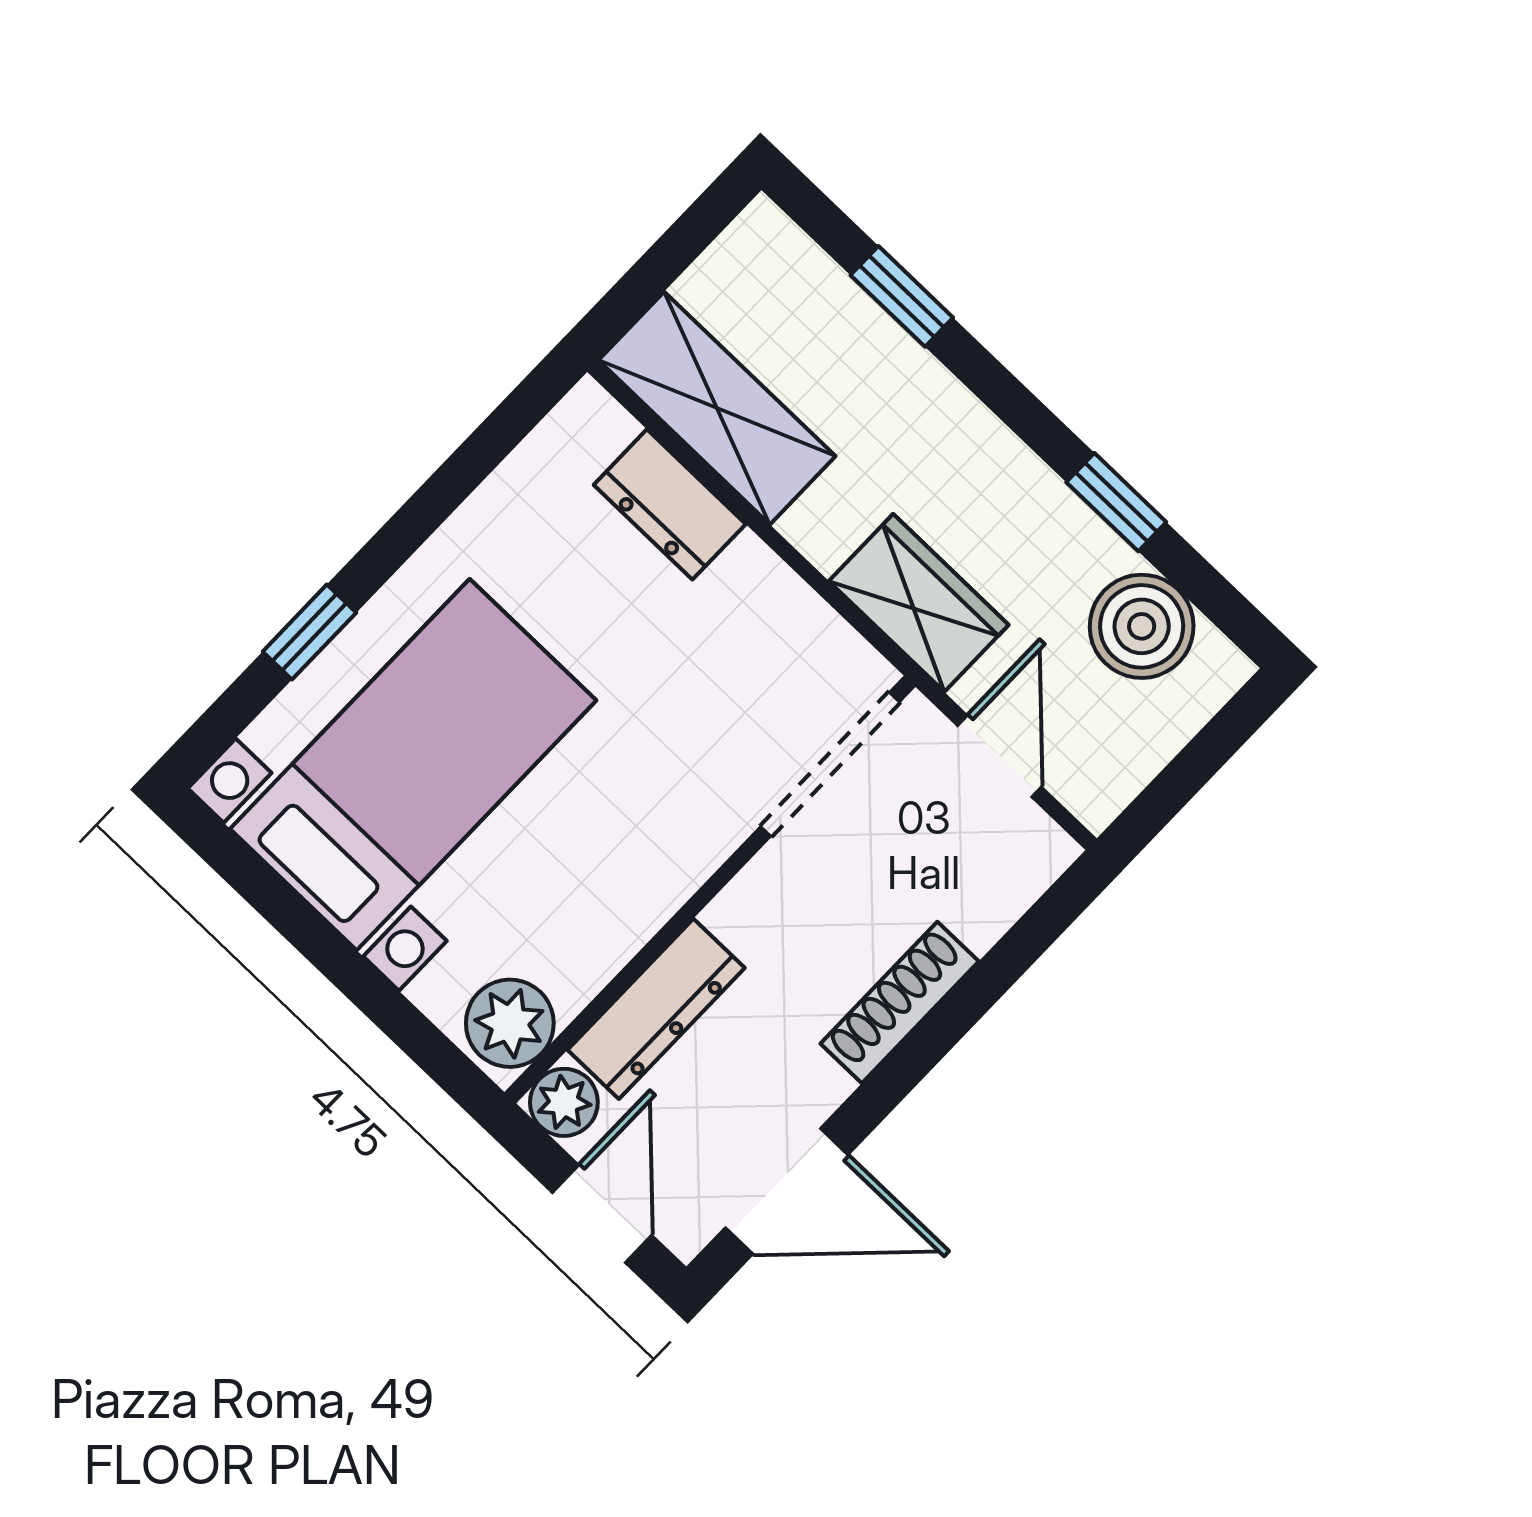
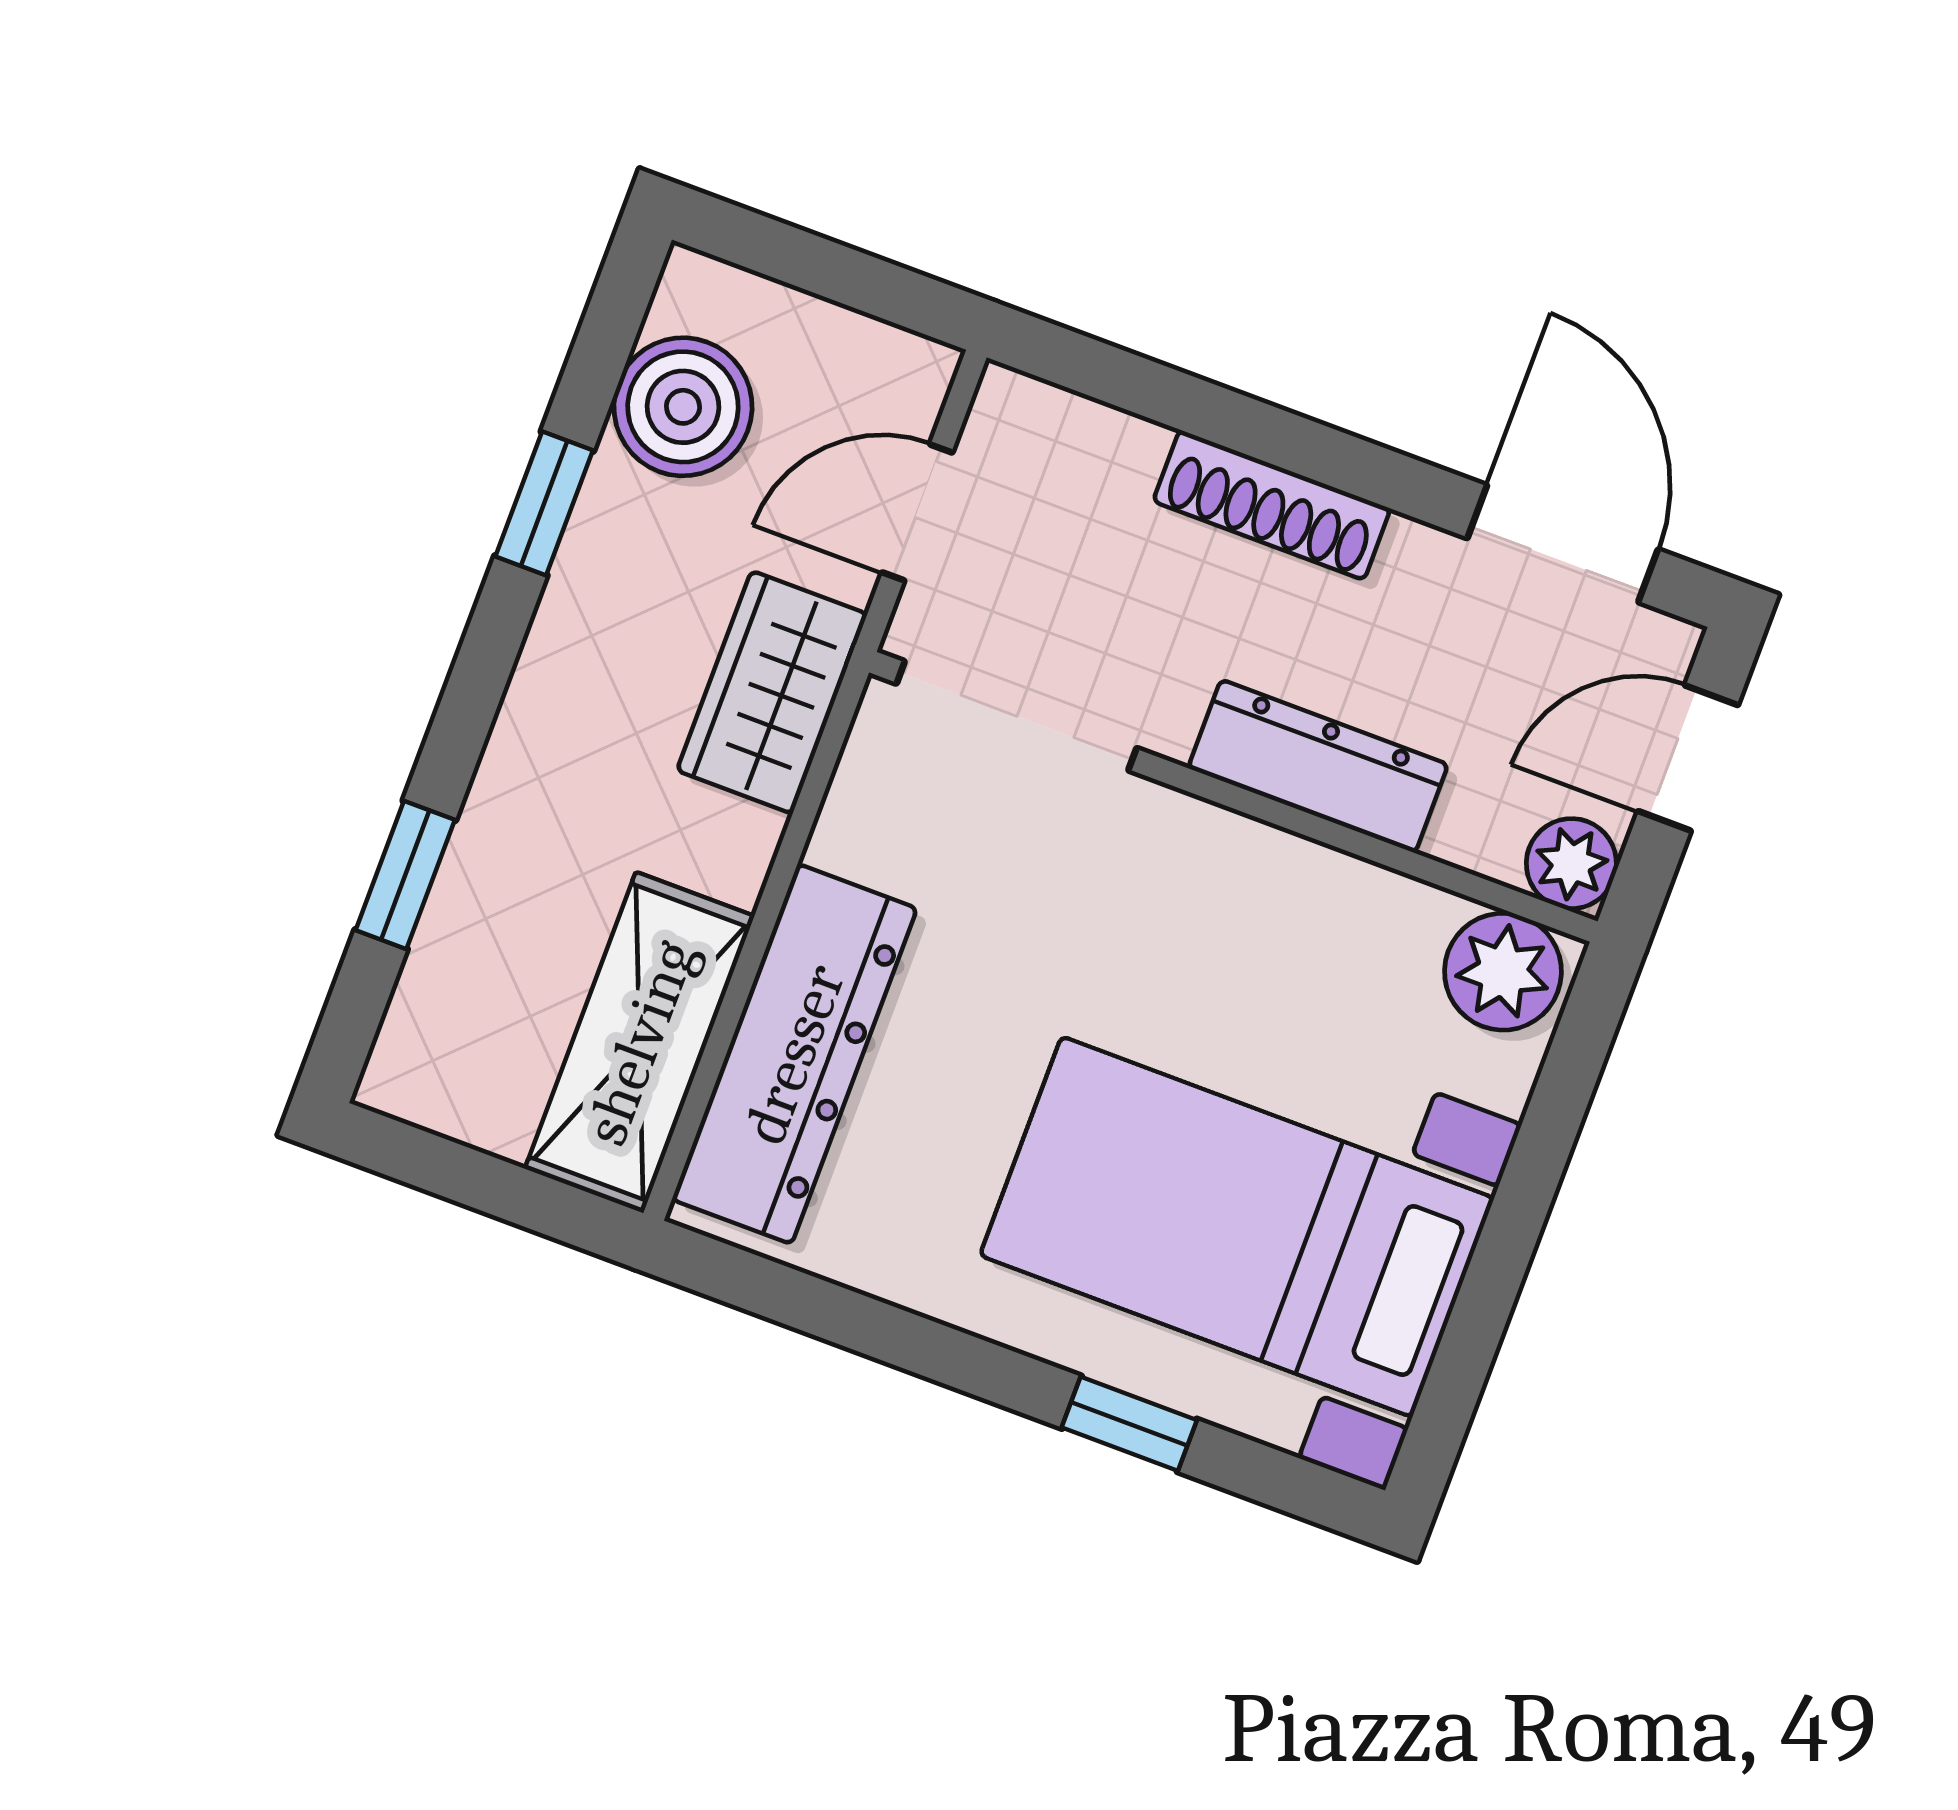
dresser: (670, 504) -> (794, 1054), width x1.96, depth x1.24
dresser: (656, 1009) -> (1318, 766), moved

